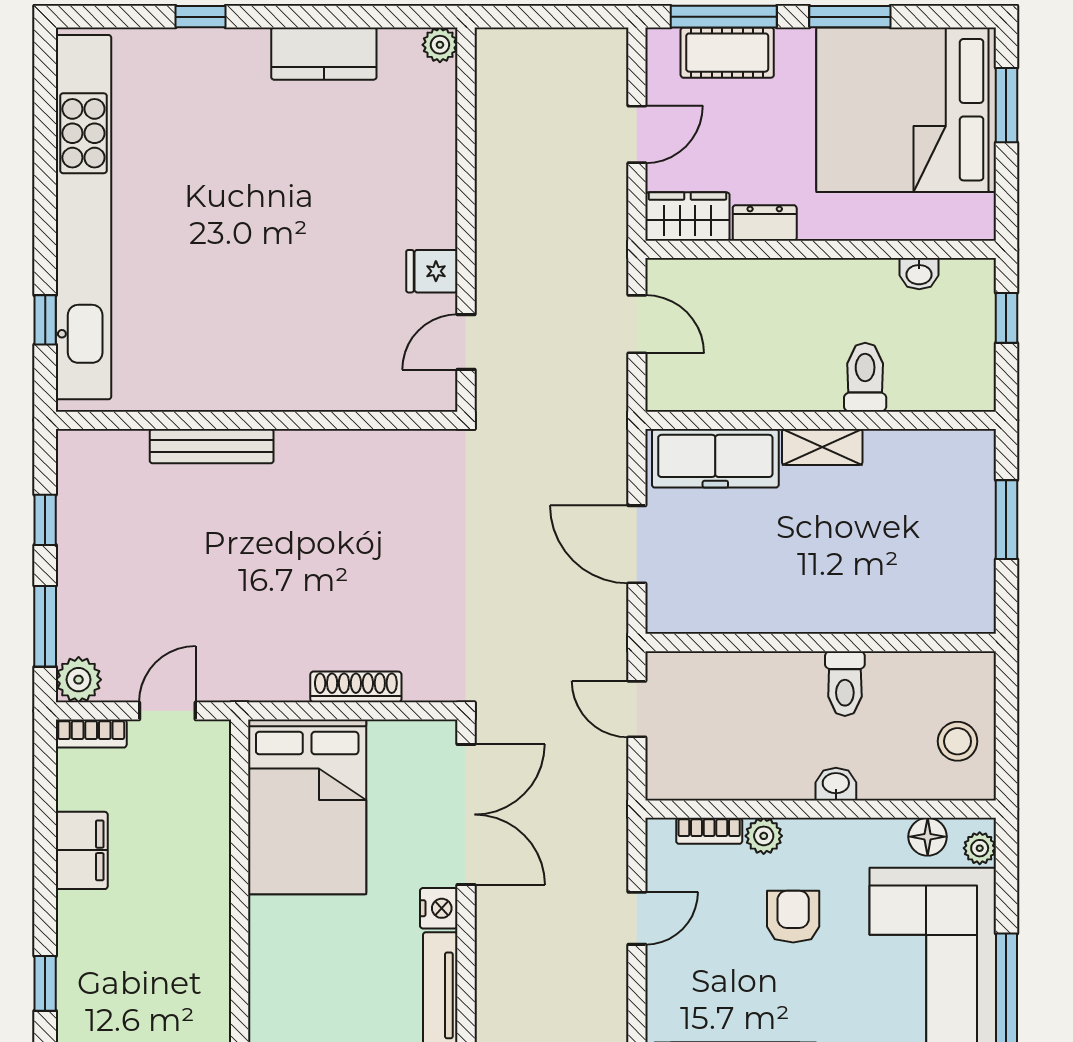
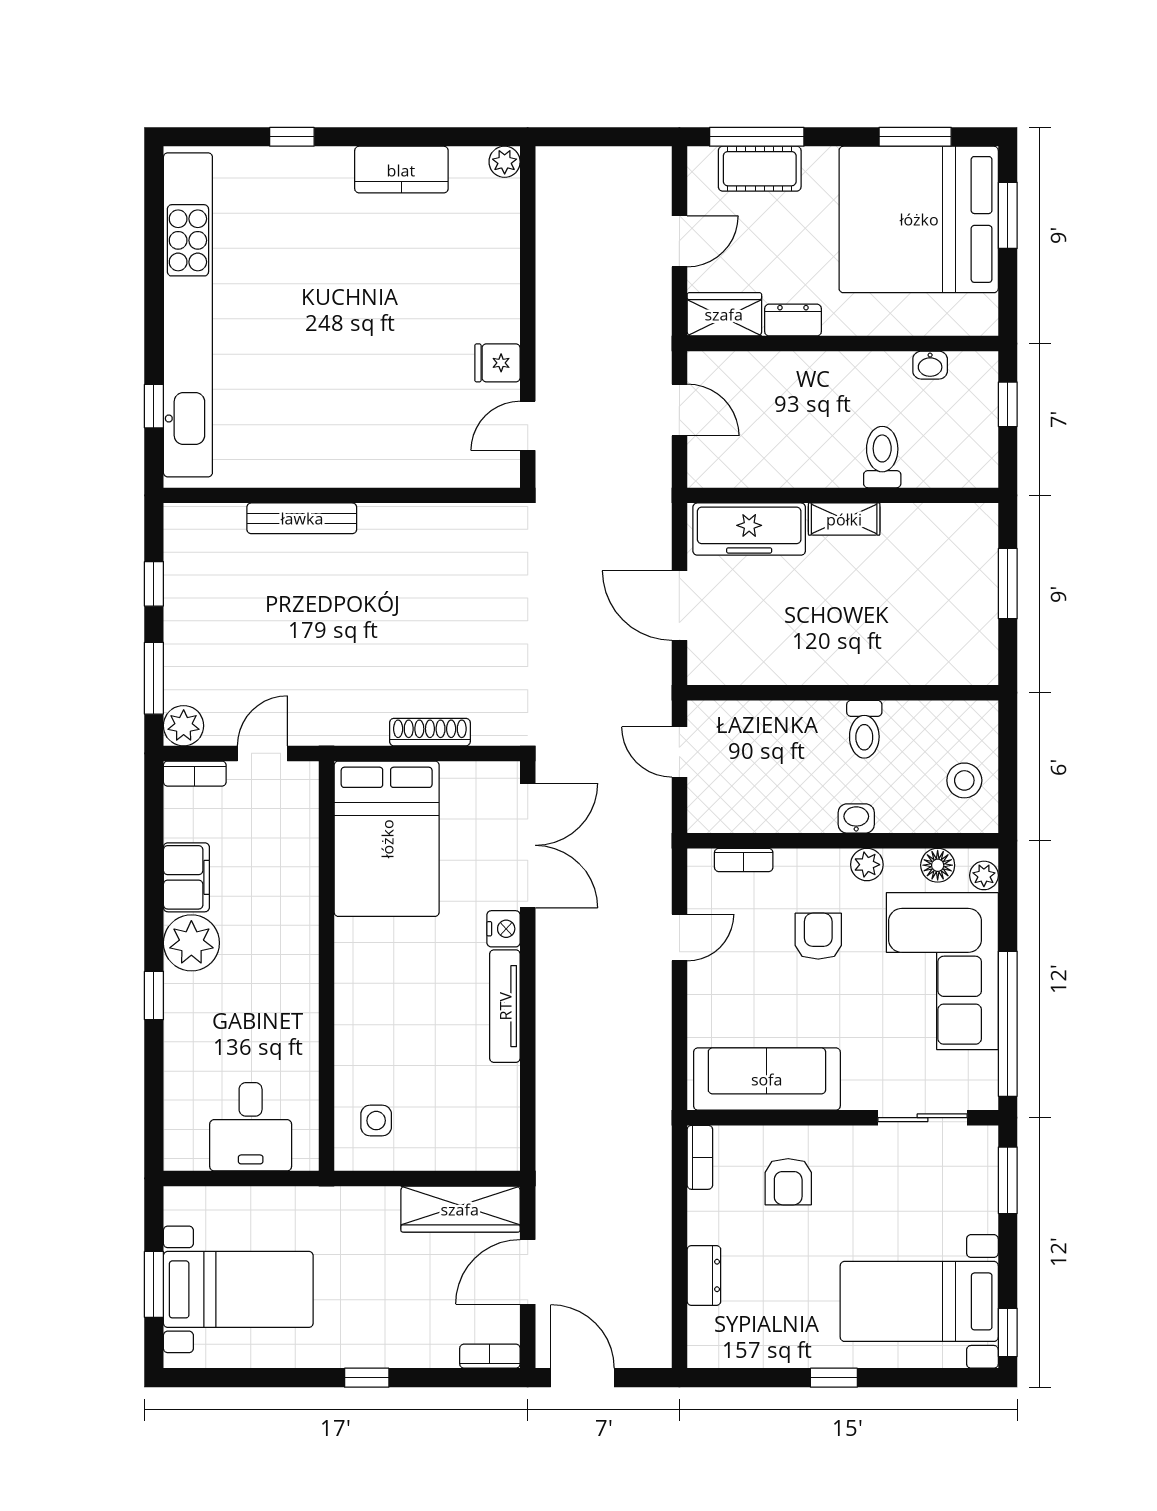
window: (850, 17) -> (915, 137), moved
plant: (764, 836) -> (867, 865), moved
plant: (87, 924) -> (191, 943), added

